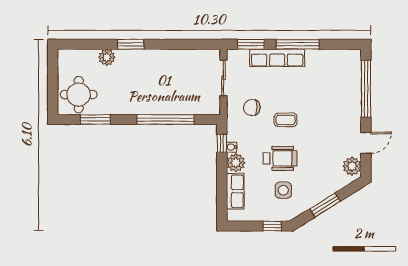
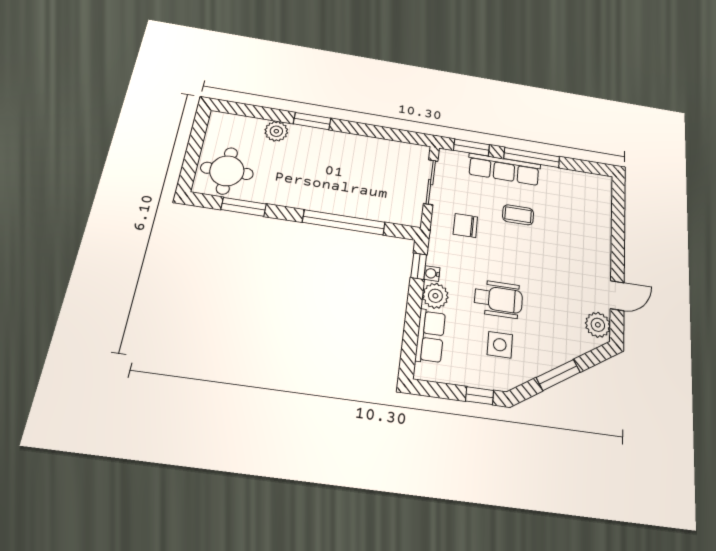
window: (366, 89) -> (618, 226), removed
coffee table: (286, 120) -> (518, 215), moved

